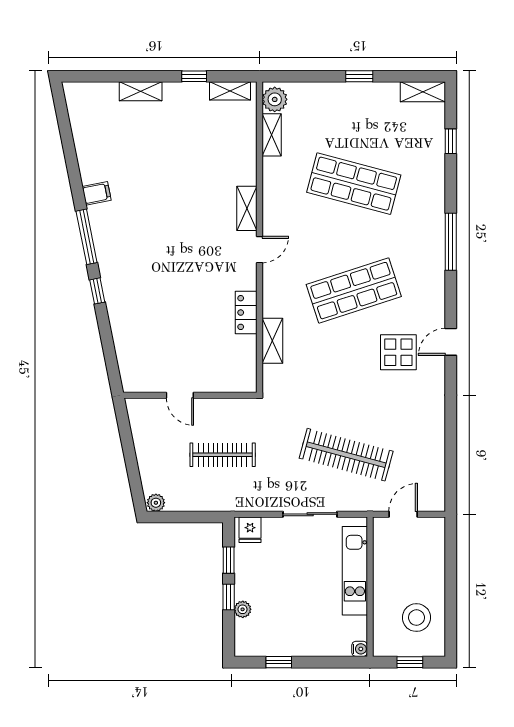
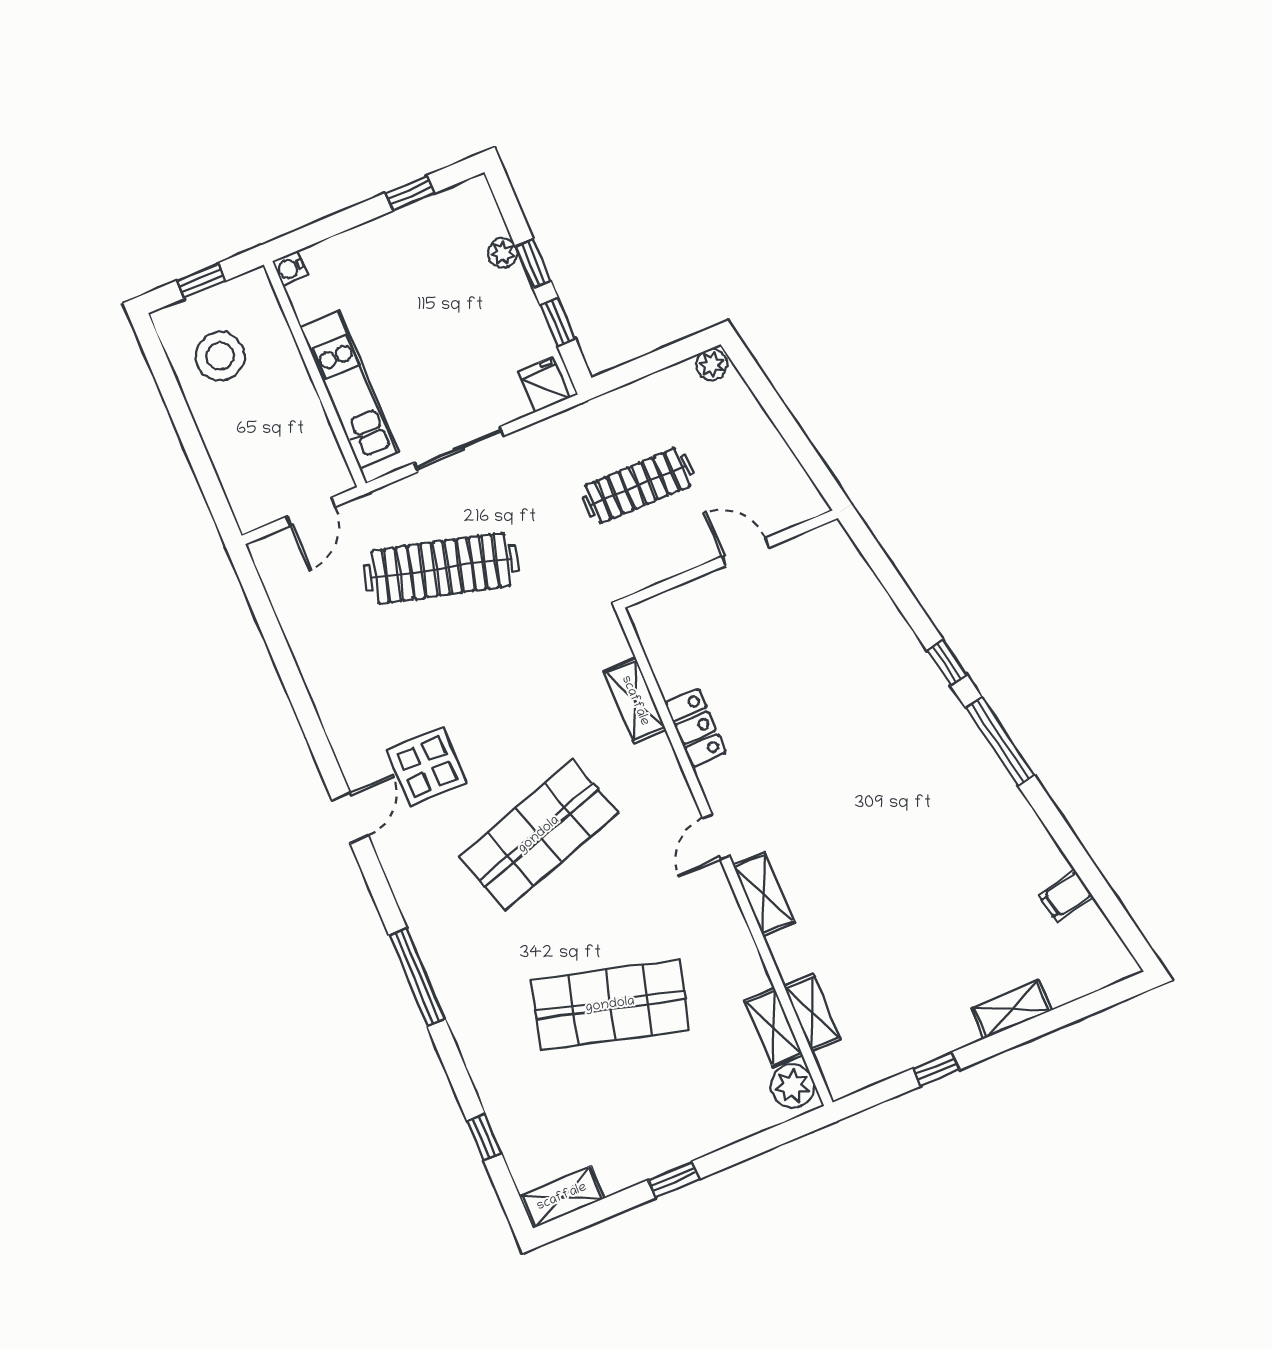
shelving: (230, 91) -> (812, 1013), moved, turned 90
filing cabinet: (97, 193) -> (1066, 896), moved

